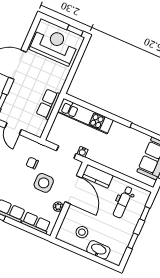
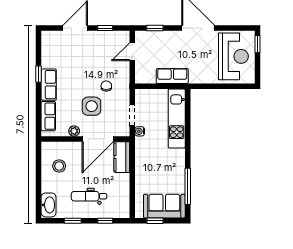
window: (75, 31) -> (258, 44), moved
dental chair: (123, 202) -> (89, 196), moved
washbasin: (98, 250) -> (49, 205), moved

